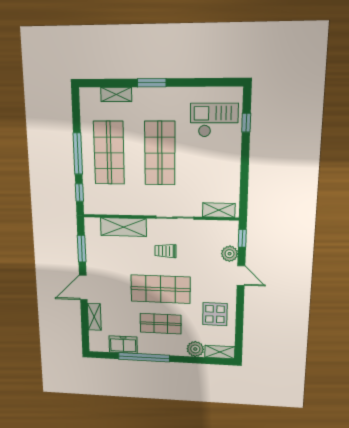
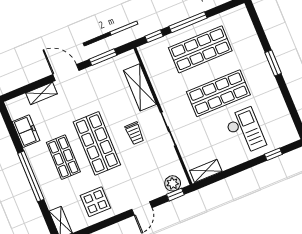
shelving: (116, 94) -> (252, 37), removed
checkout: (214, 120) -> (245, 131), moved
shelving: (219, 210) -> (206, 171), moved, turned 90
trolley: (166, 251) -> (135, 133), turned 180
plant: (230, 254) -> (173, 183), moved
plant: (195, 349) -> (53, 199), removed
window: (144, 357) -> (31, 176), moved

